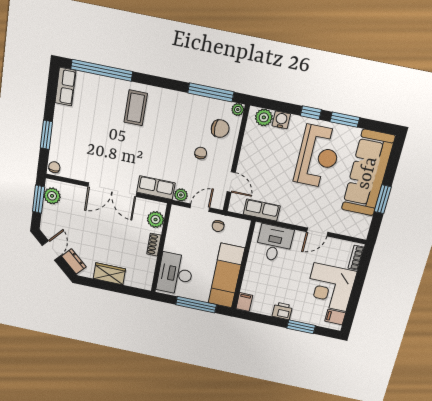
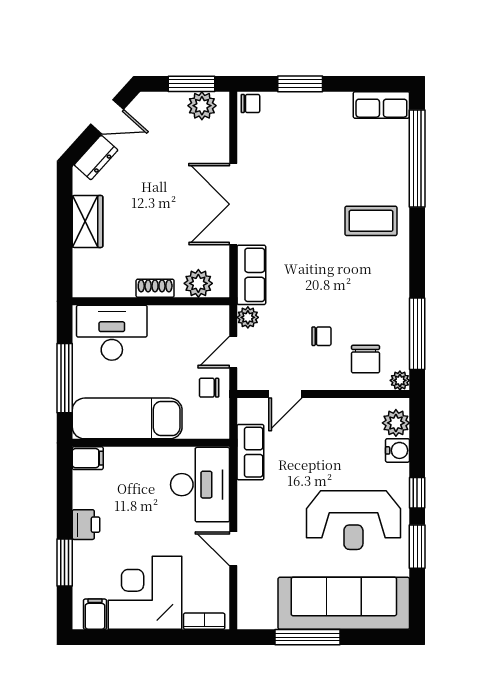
window: (383, 199) -> (308, 637), width x1.44
door: (200, 208) -> (233, 352), swing flipped
desk: (274, 243) -> (200, 485), width x1.37

